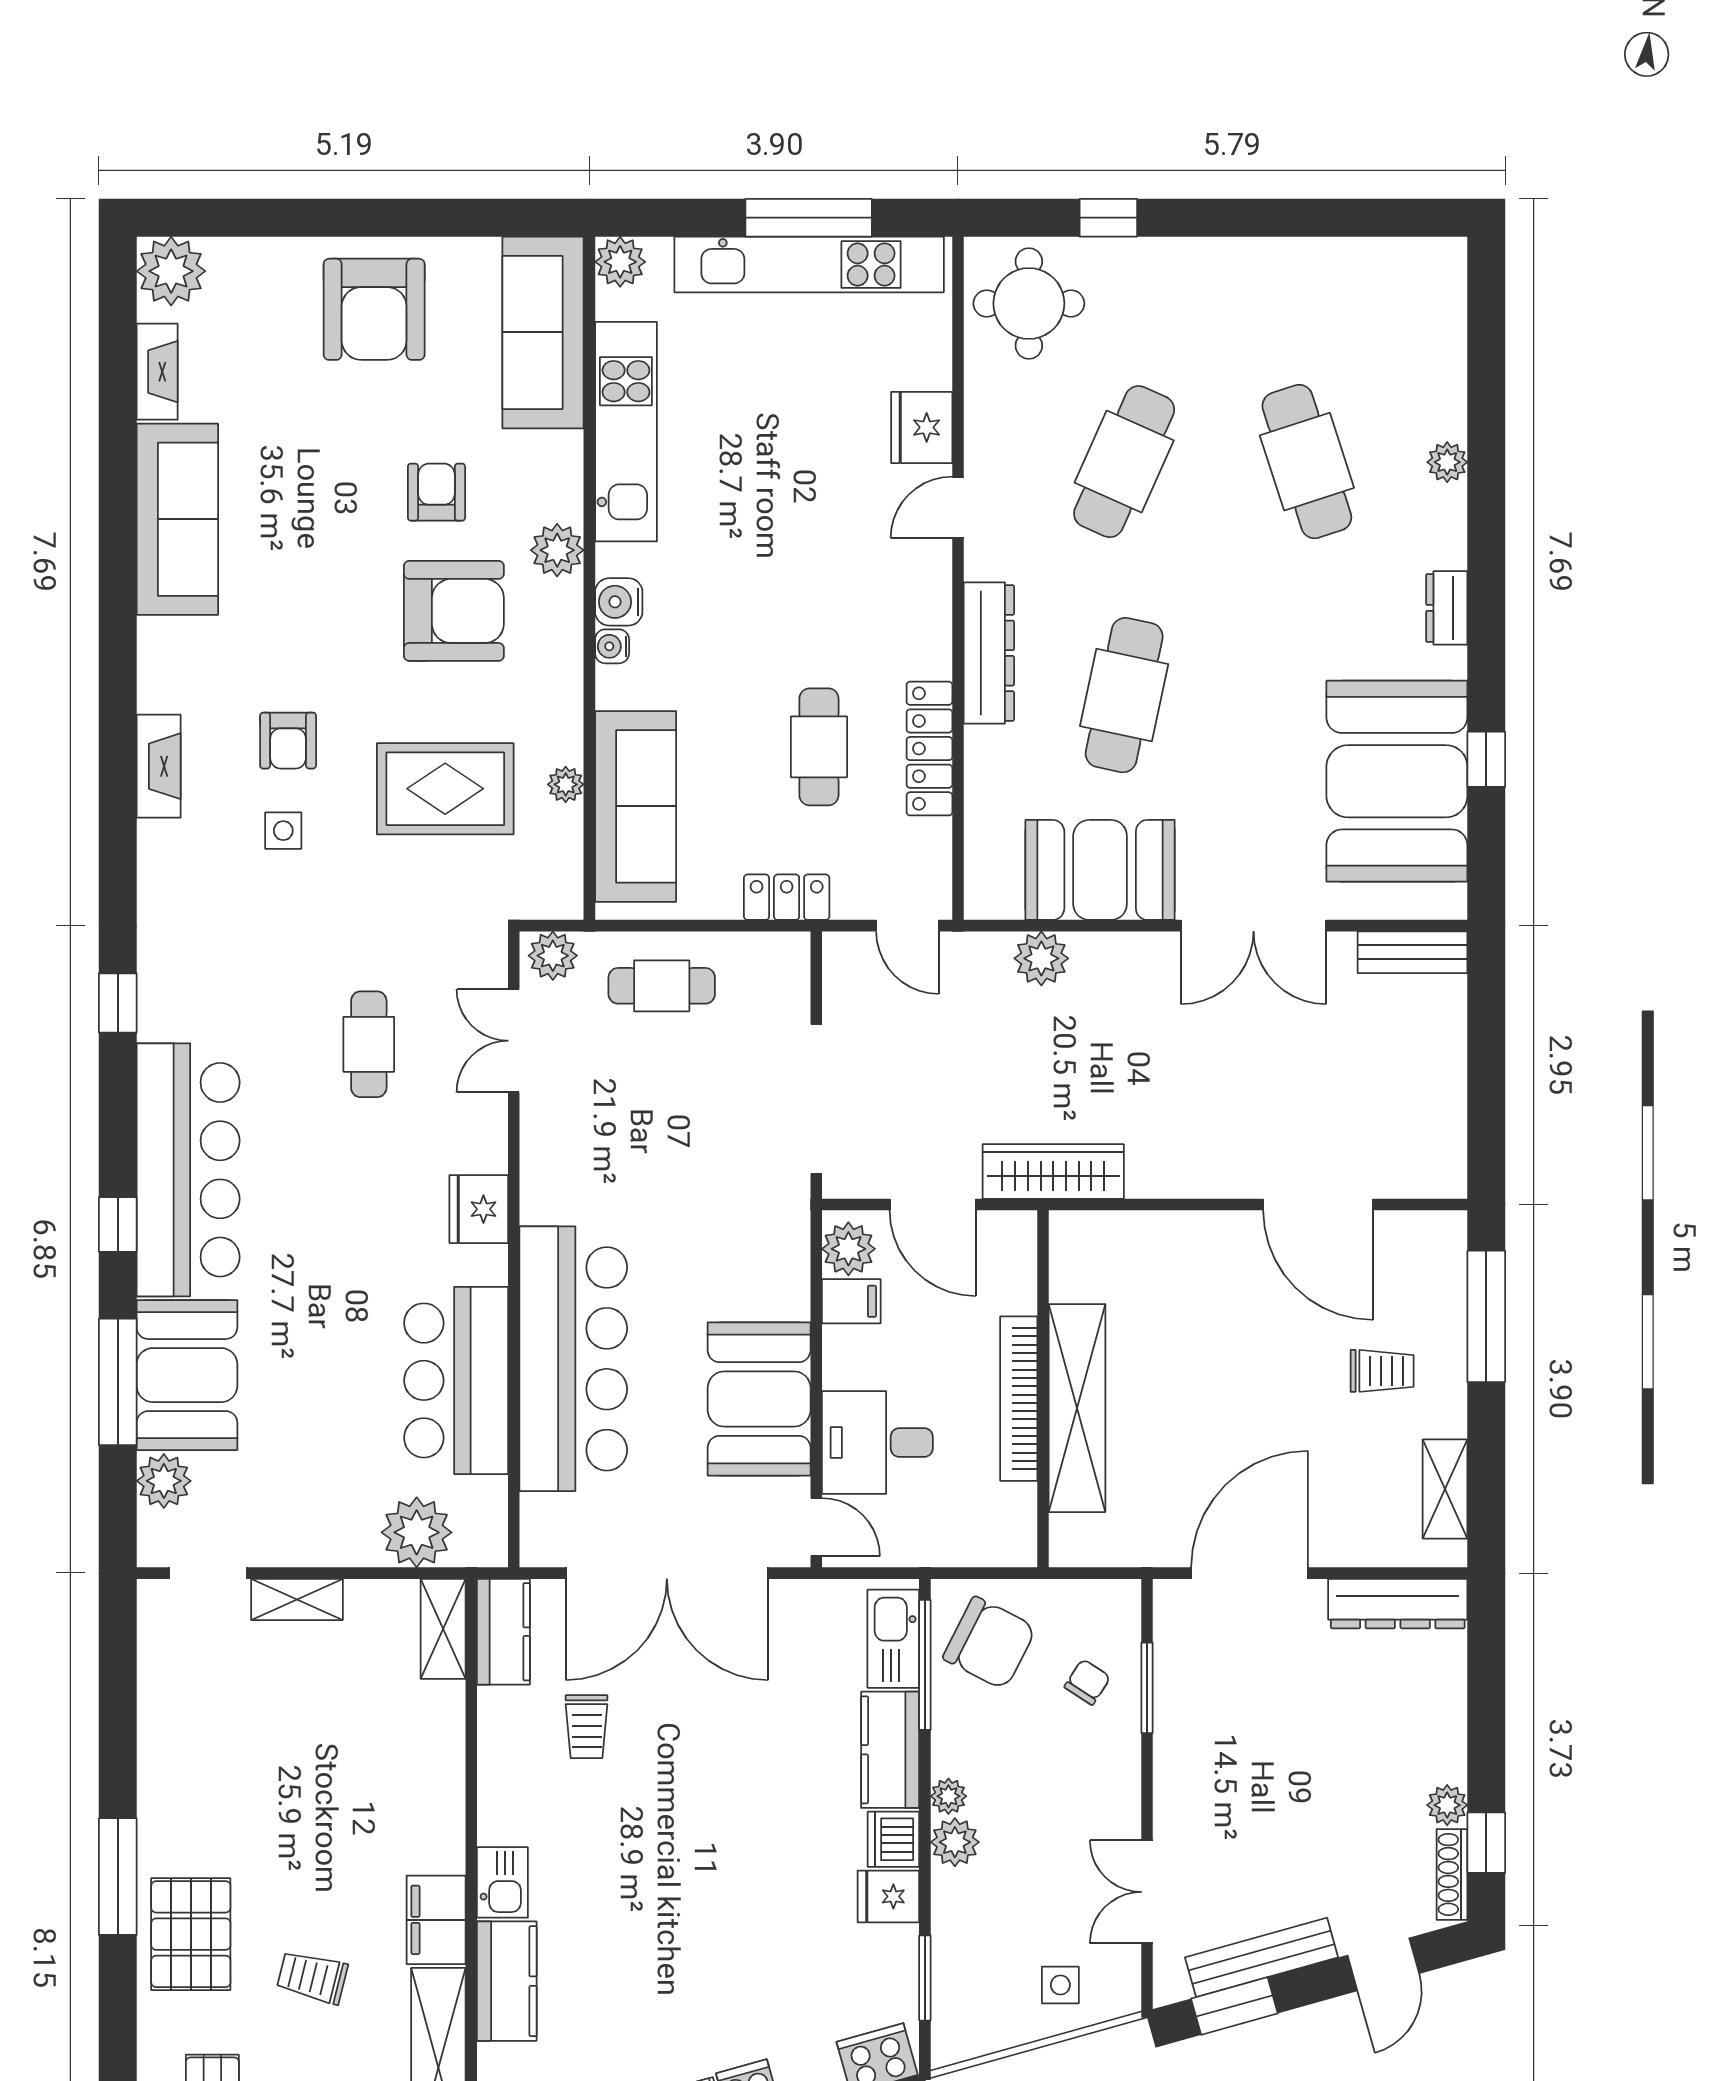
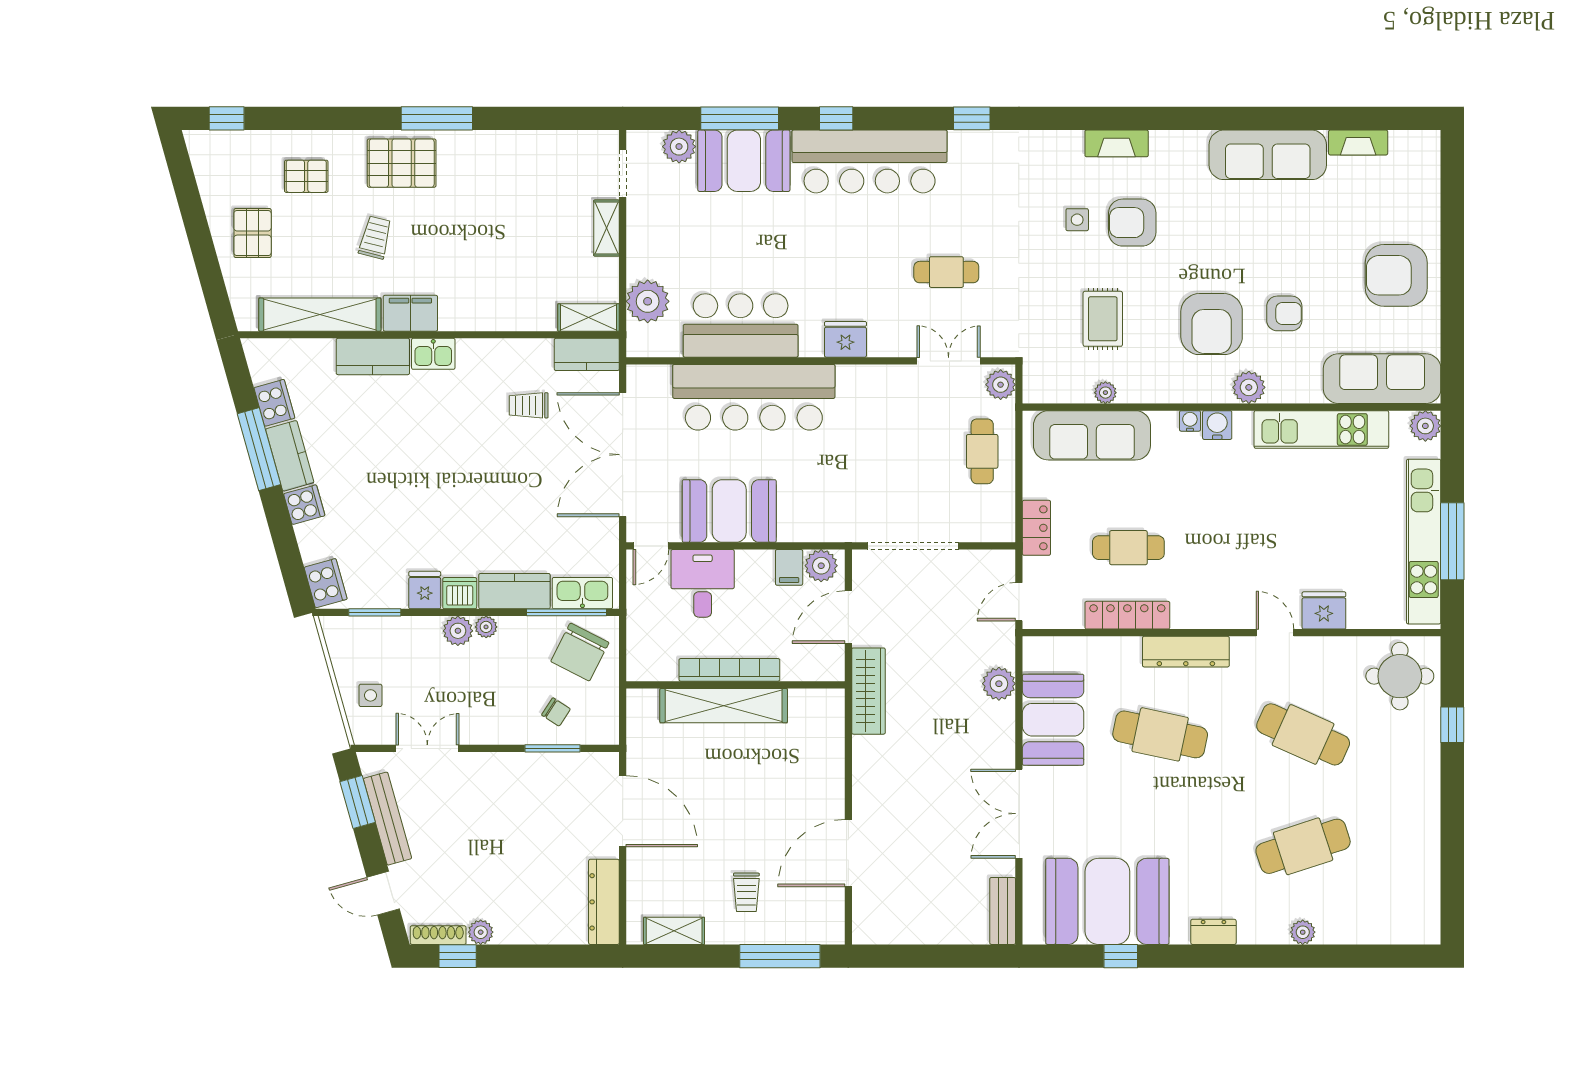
plant: (171, 271) -> (1420, 151), removed
armchair: (288, 741) -> (1132, 223), width x1.38, depth x1.38
rug: (445, 789) -> (1103, 319), width x0.73, depth x0.70

